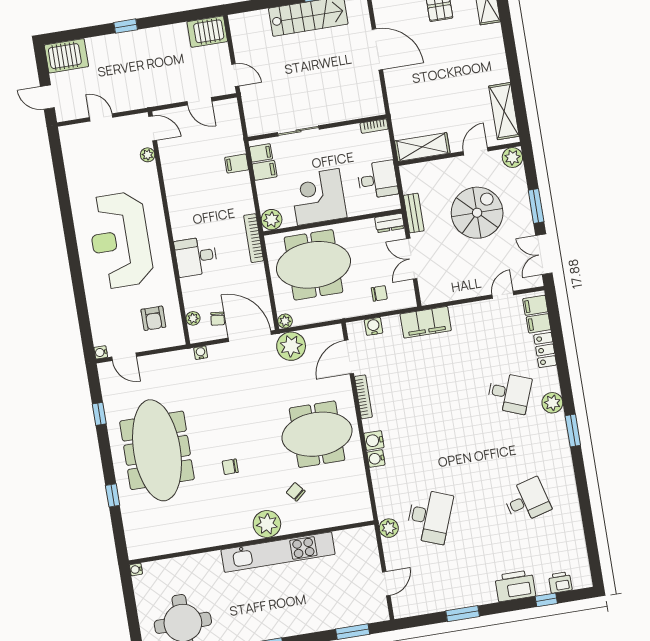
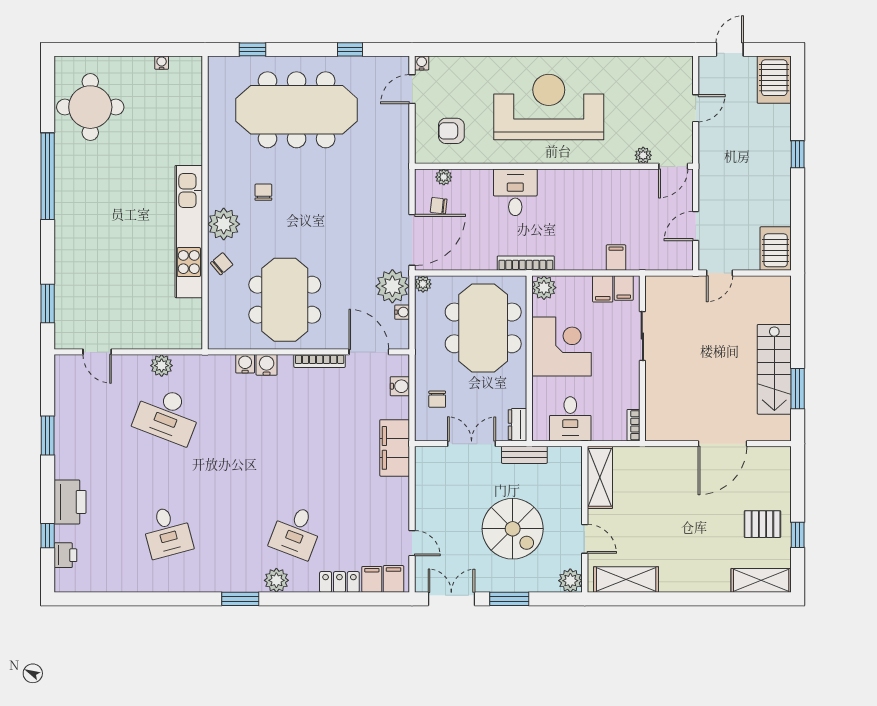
water cooler: (201, 353) -> (402, 312), moved
plant: (267, 524) -> (224, 224), moved
wall: (252, 542) -> (205, 203), moved
kitchen unit: (278, 552) -> (189, 232), moved

